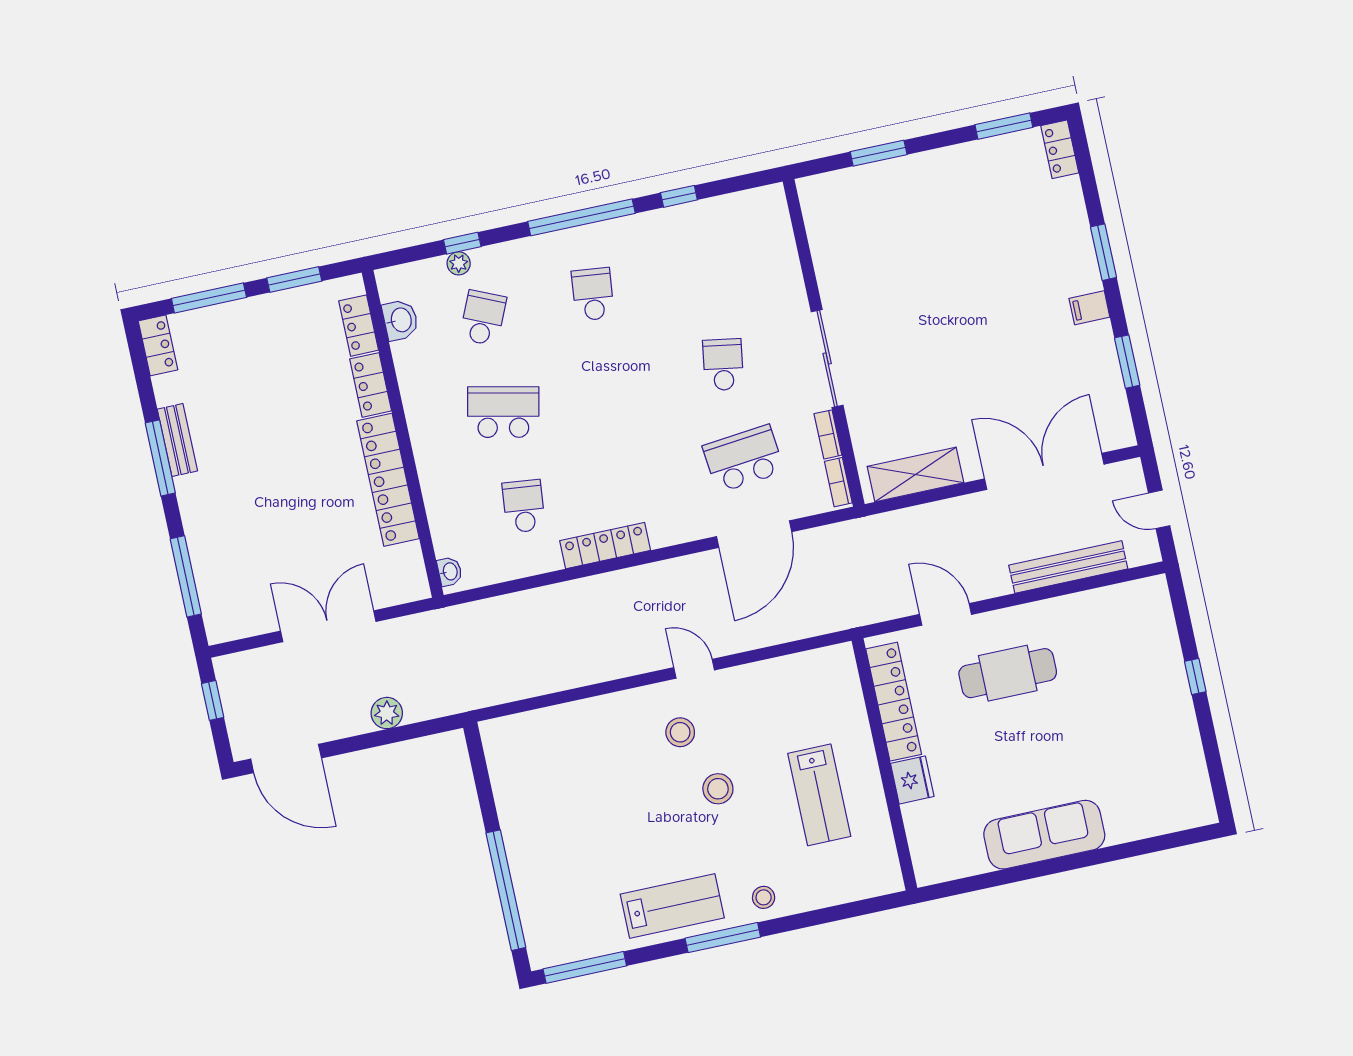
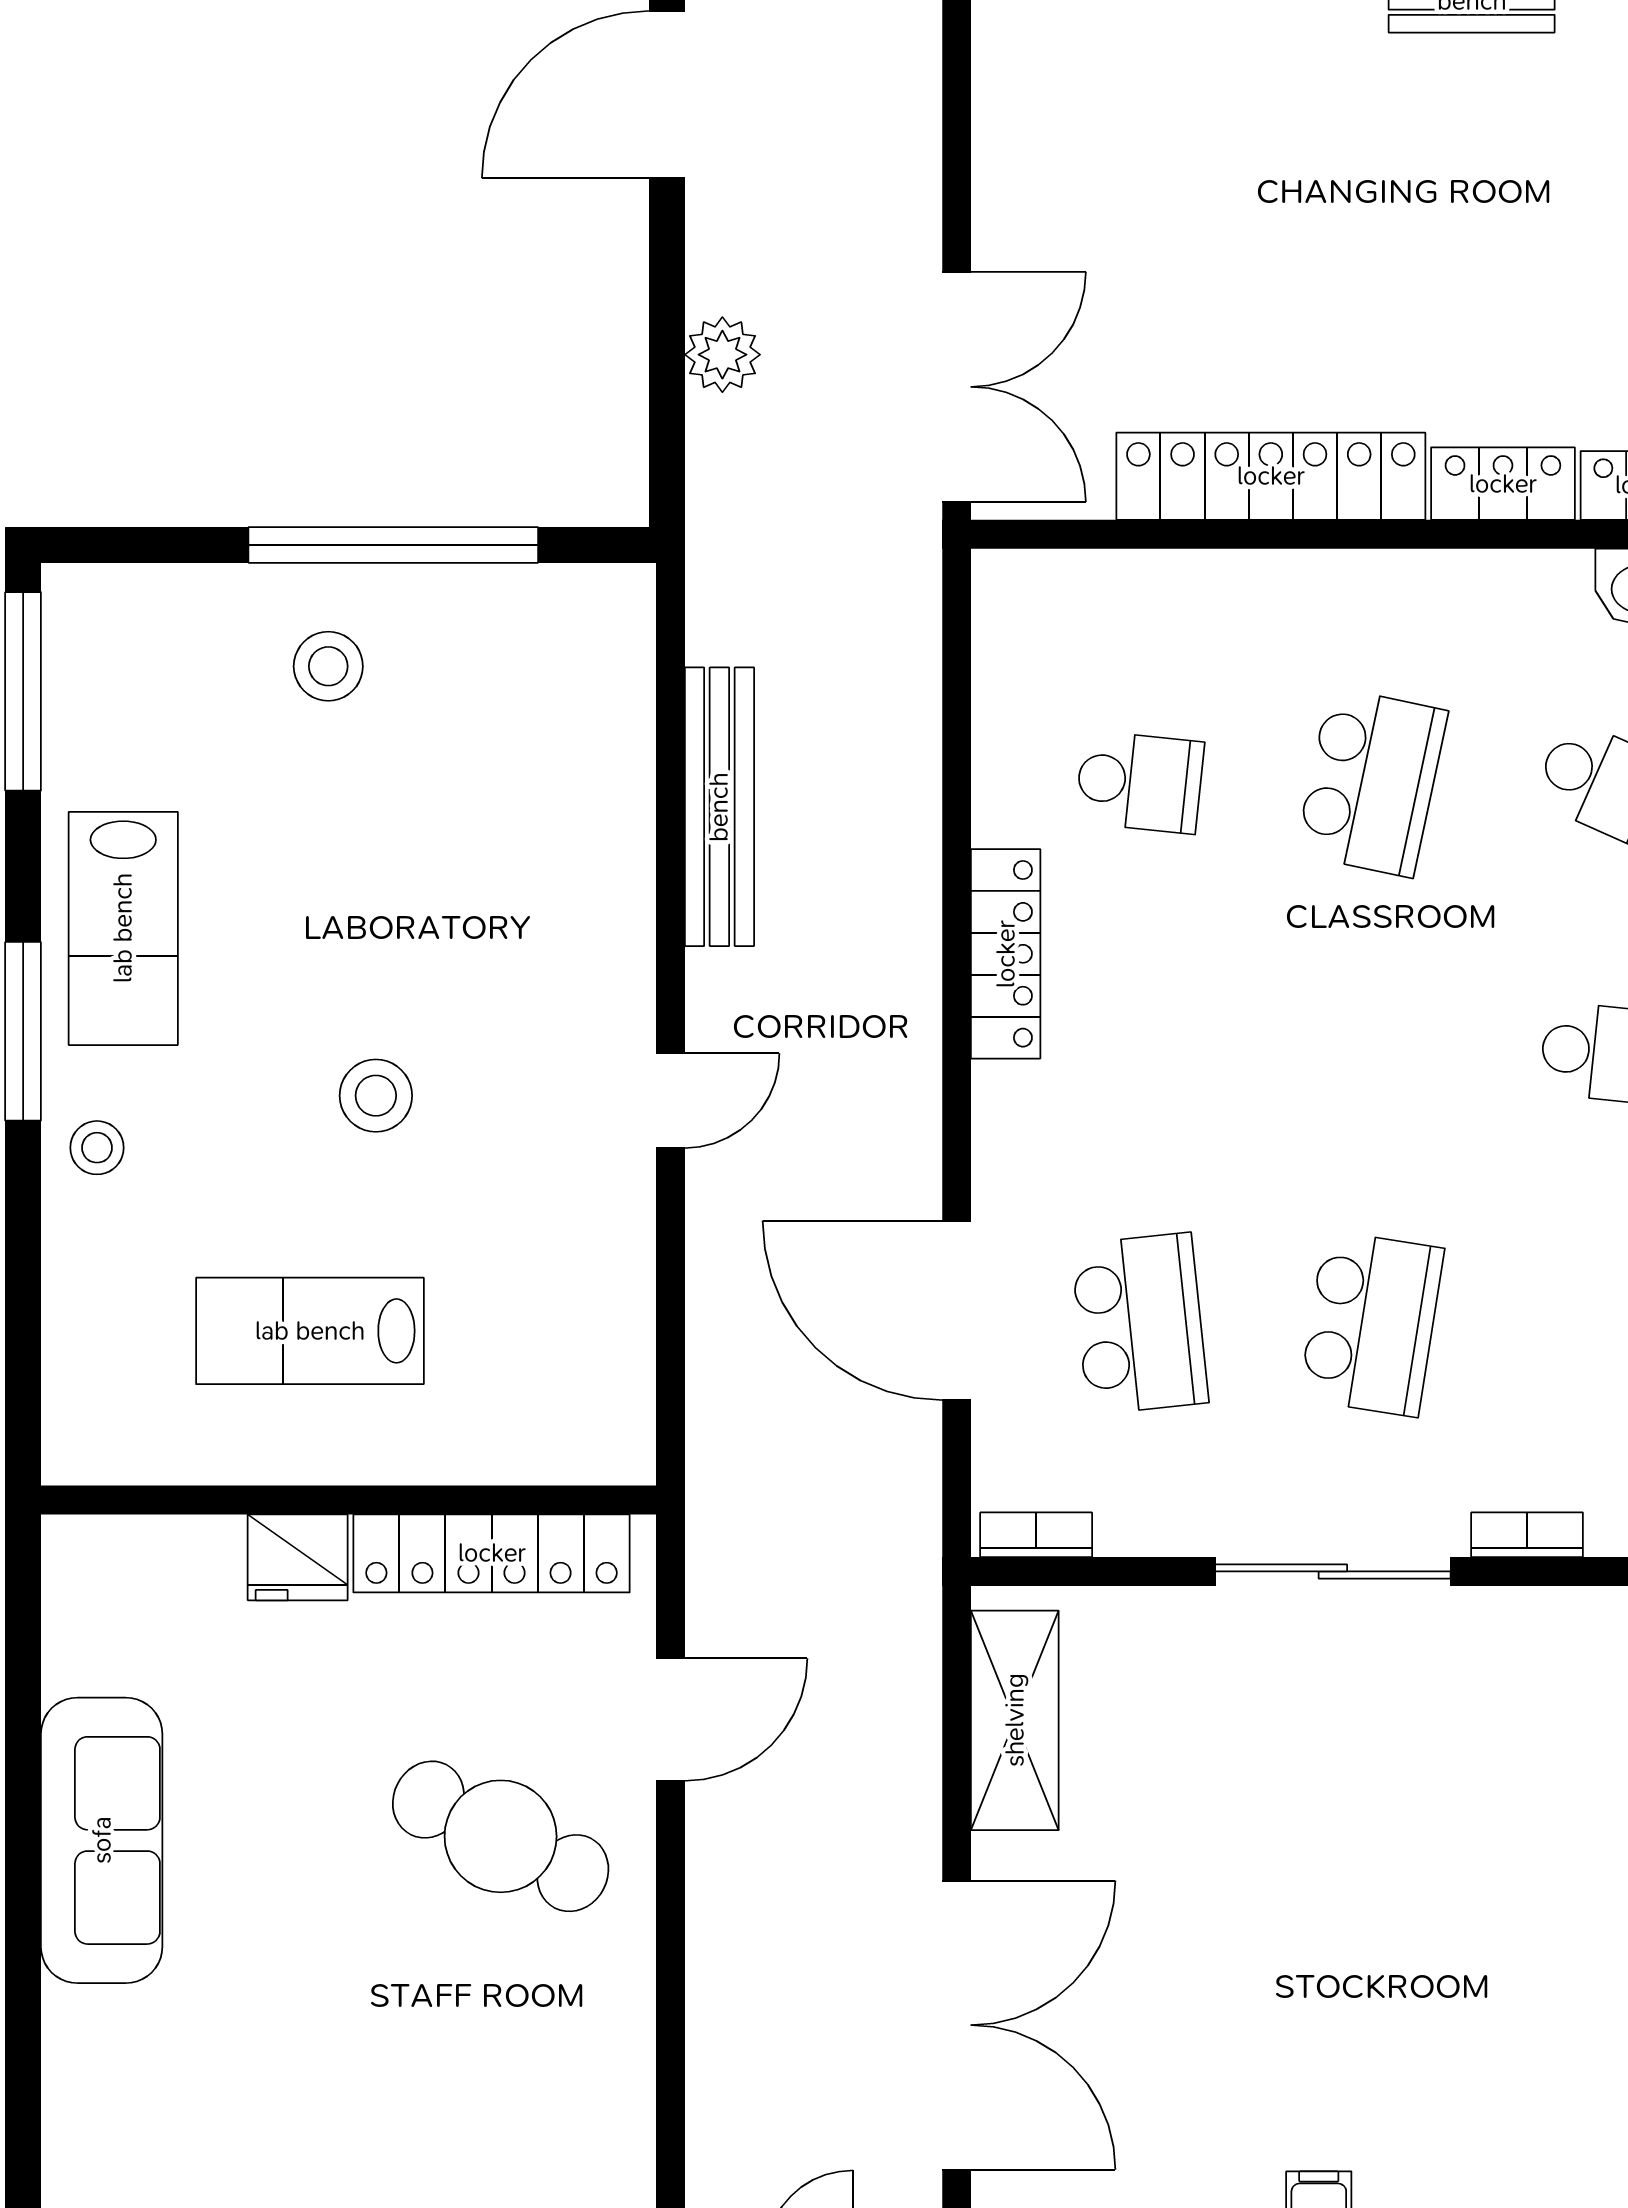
school desk: (723, 365) -> (1371, 1324), width x1.85
bookcase: (828, 434) -> (1527, 1535), moved
bench: (1068, 567) -> (719, 807), moved
washbasin: (450, 572) -> (1024, 575), removed
double door: (328, 626) -> (957, 387), moved
cafe table: (1008, 673) -> (501, 1836), turned -63
stool: (680, 732) -> (328, 666), moved
window: (506, 890) -> (393, 545), moved

